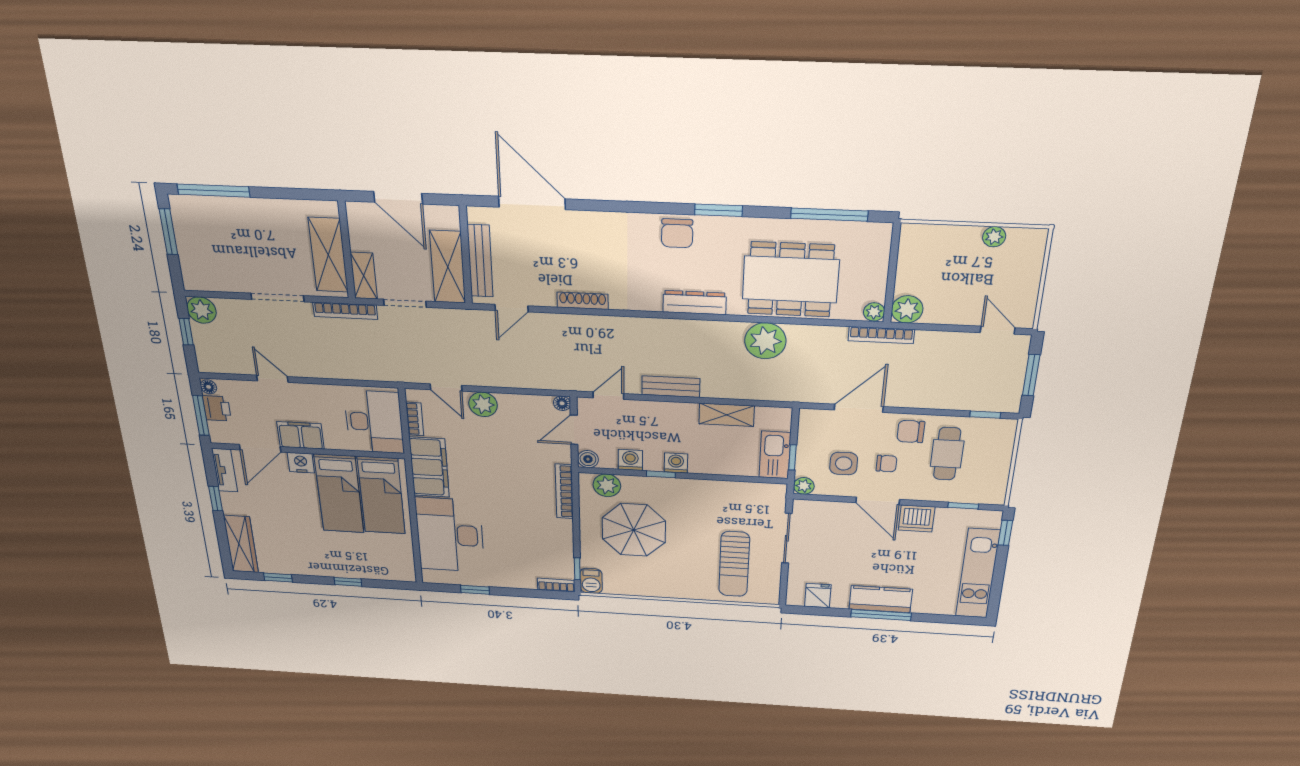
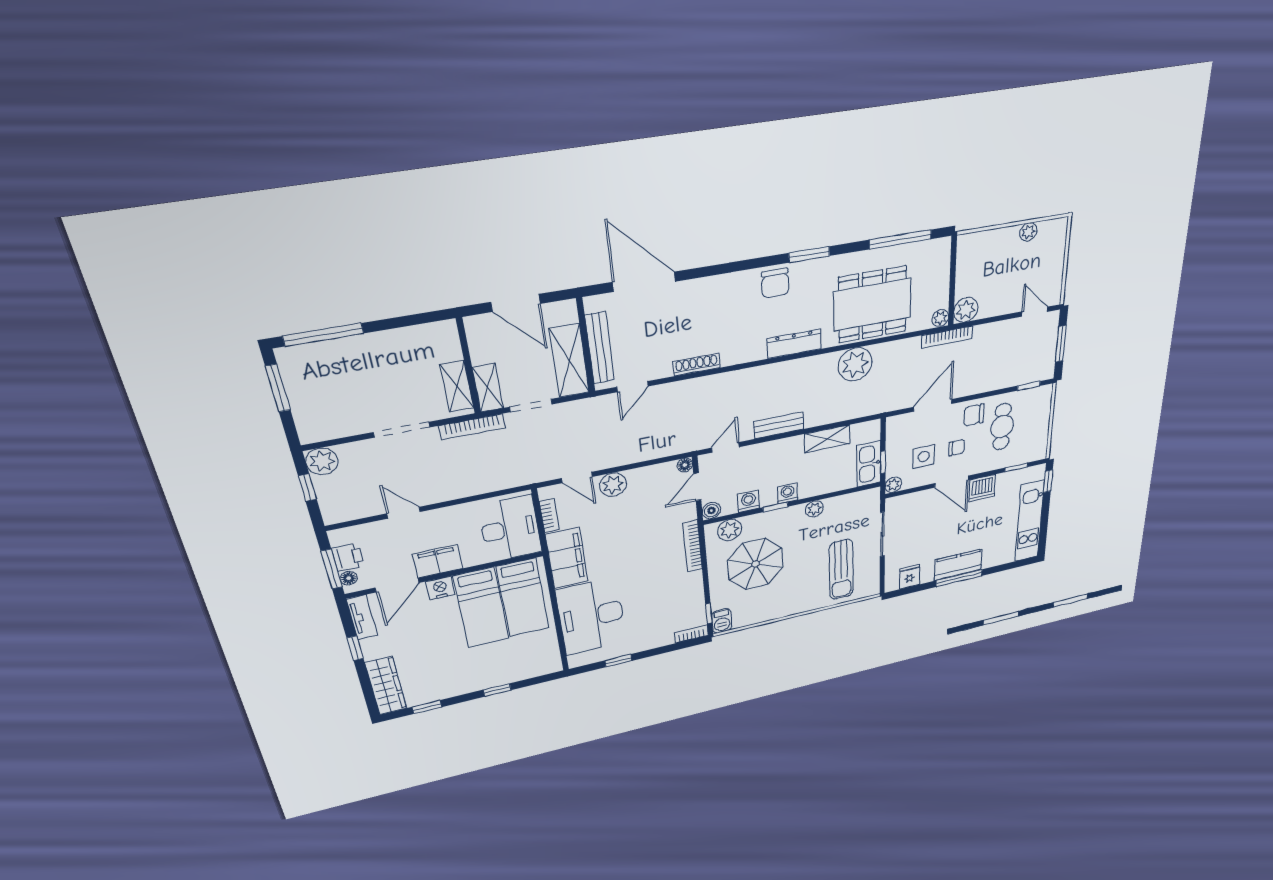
shelving: (328, 255) -> (457, 386), width x0.67, depth x0.75
floor lamp: (209, 387) -> (349, 578), moved
plant: (706, 488) -> (814, 509), added

